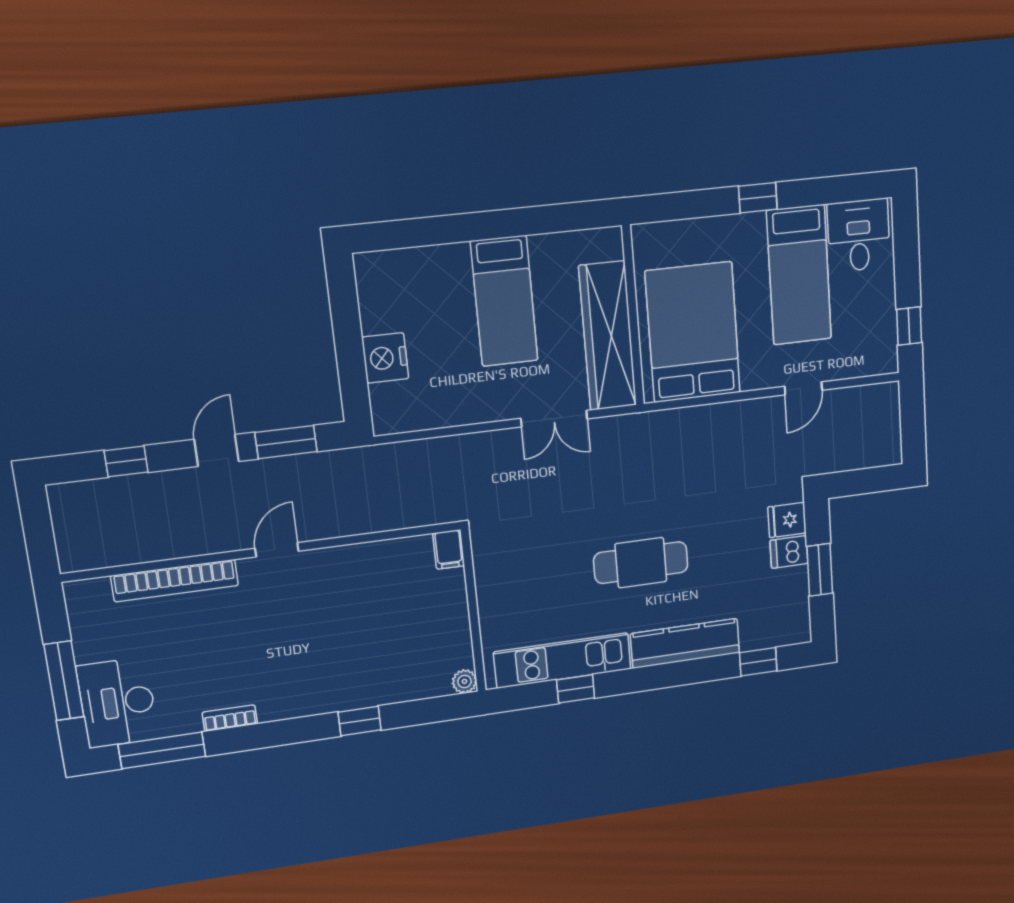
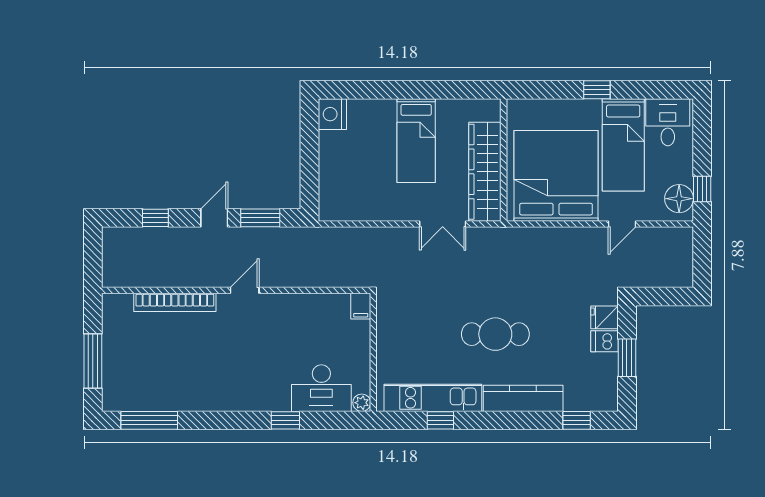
bed: (693, 332) -> (556, 176), width x1.36
floor lamp: (879, 343) -> (679, 199), added
nightstand: (385, 358) -> (332, 114), moved
desk: (117, 703) -> (321, 388), moved, turned -90
bookcase: (230, 718) -> (198, 404), removed

